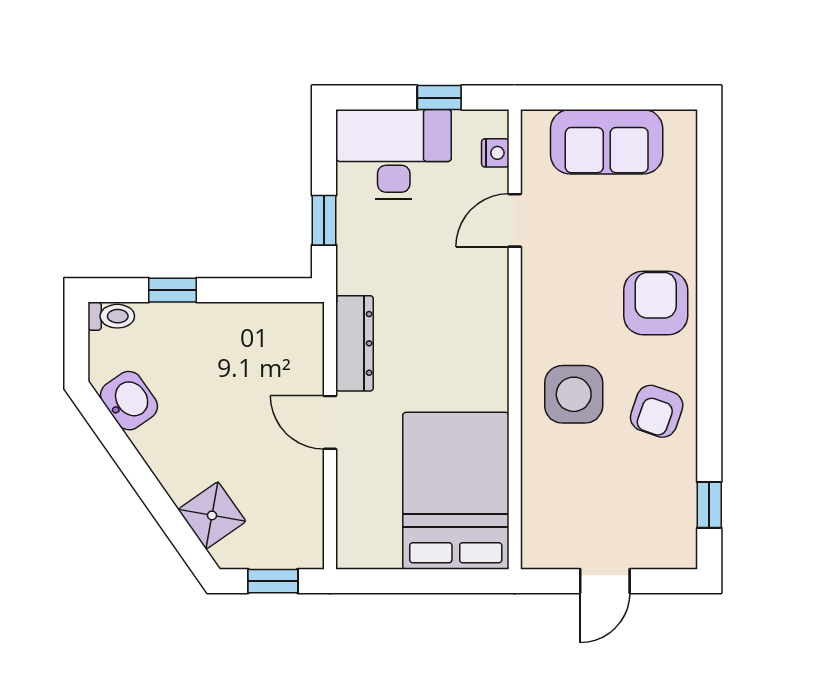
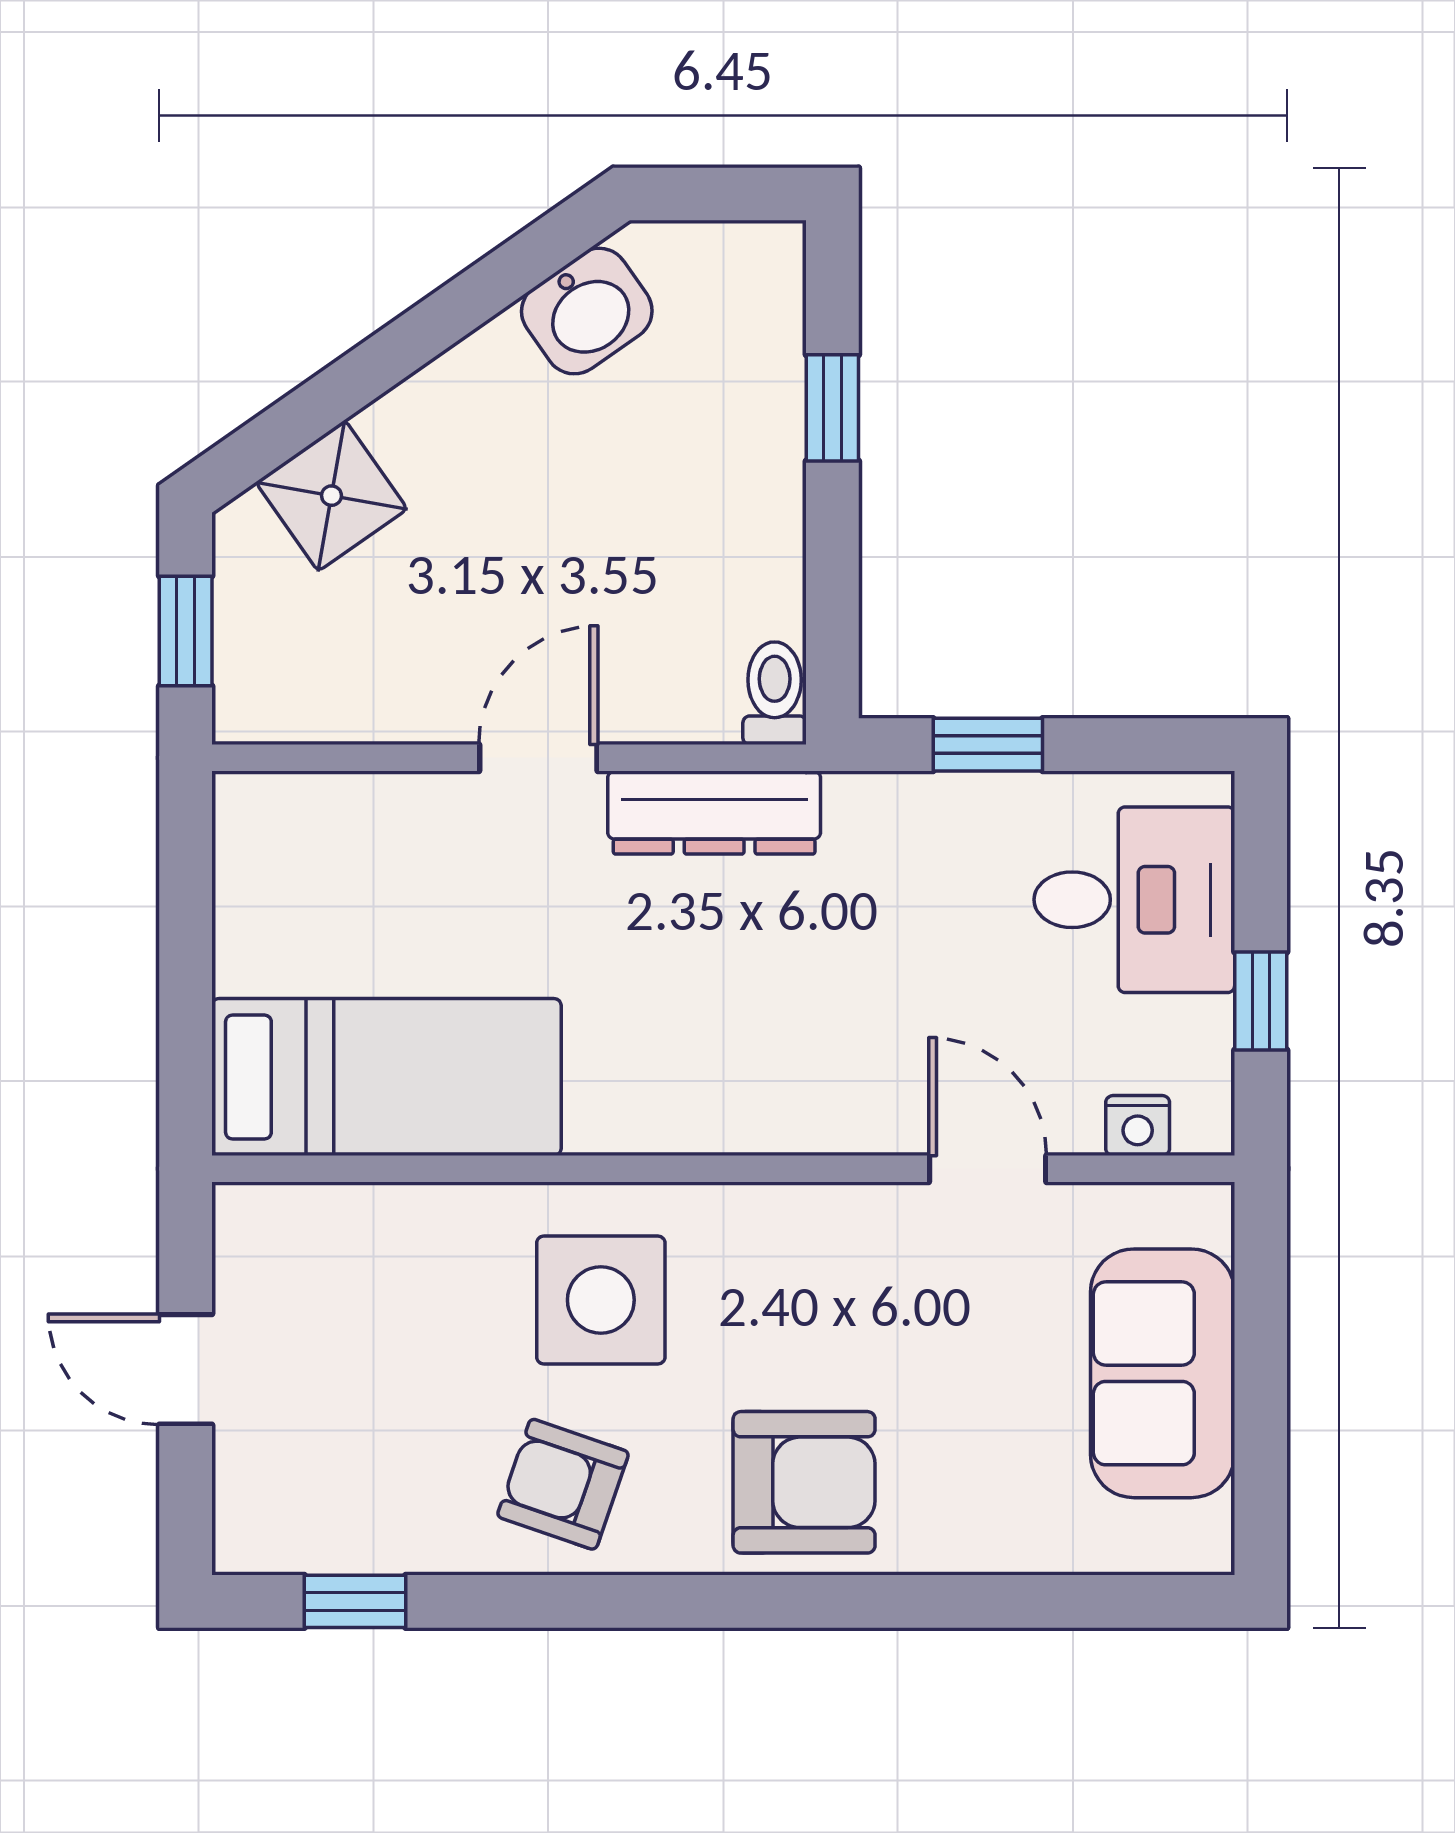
desk: (394, 154) -> (1134, 900), width x0.73
toilet: (111, 316) -> (775, 693), moved, turned 180
bed: (456, 491) -> (386, 1077), width x0.67

